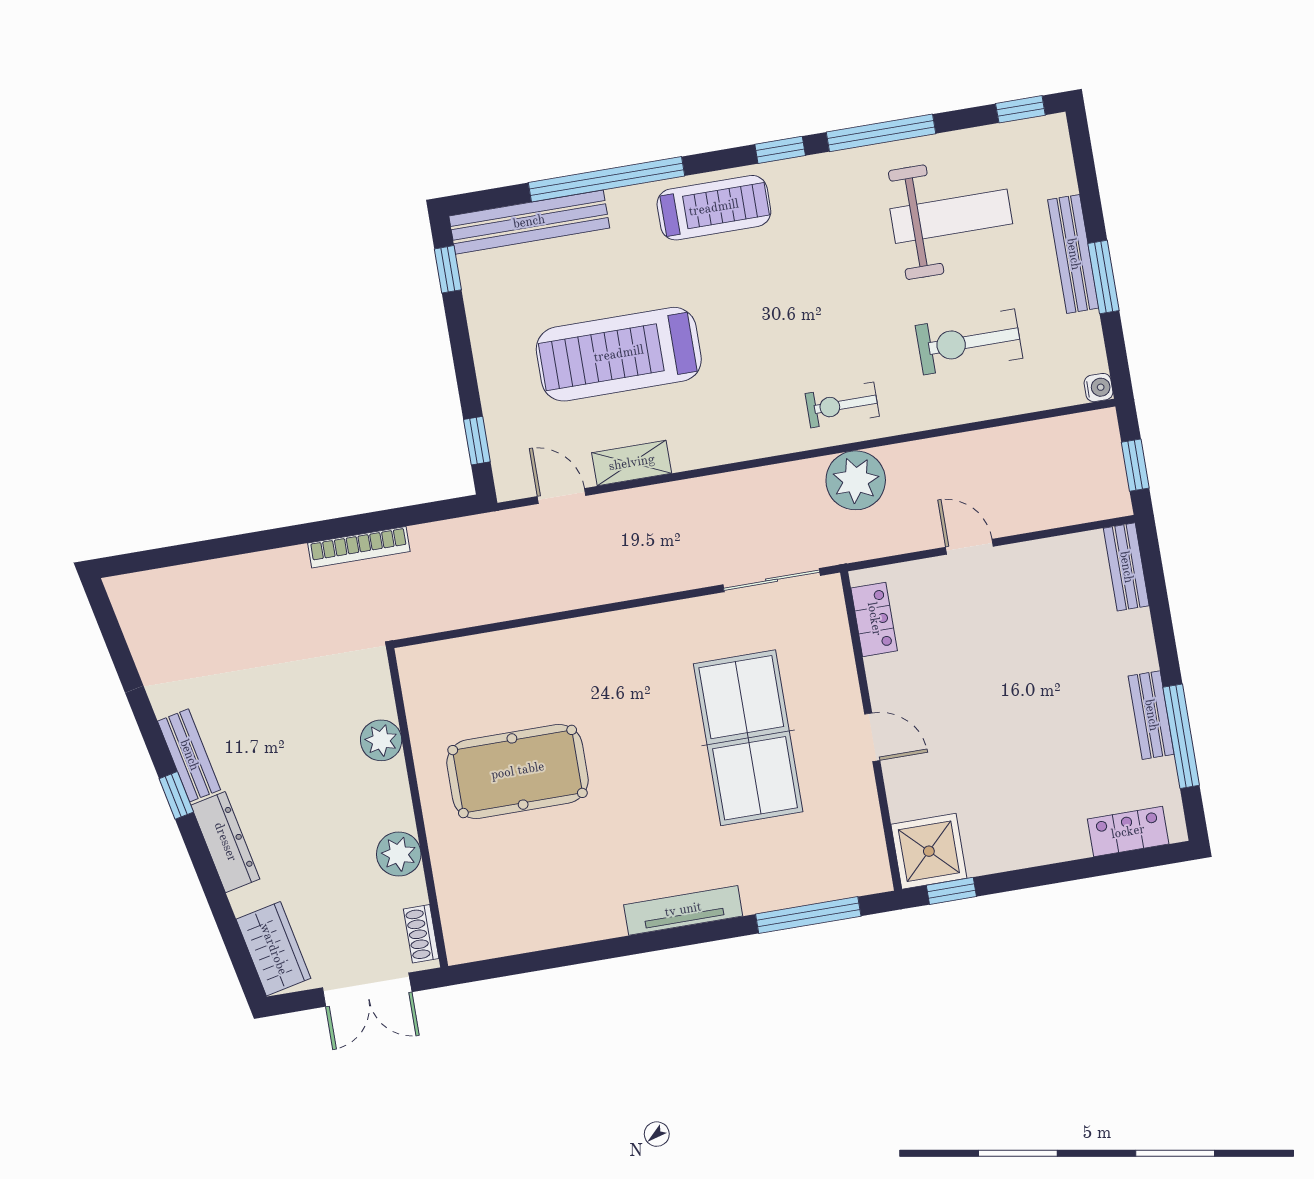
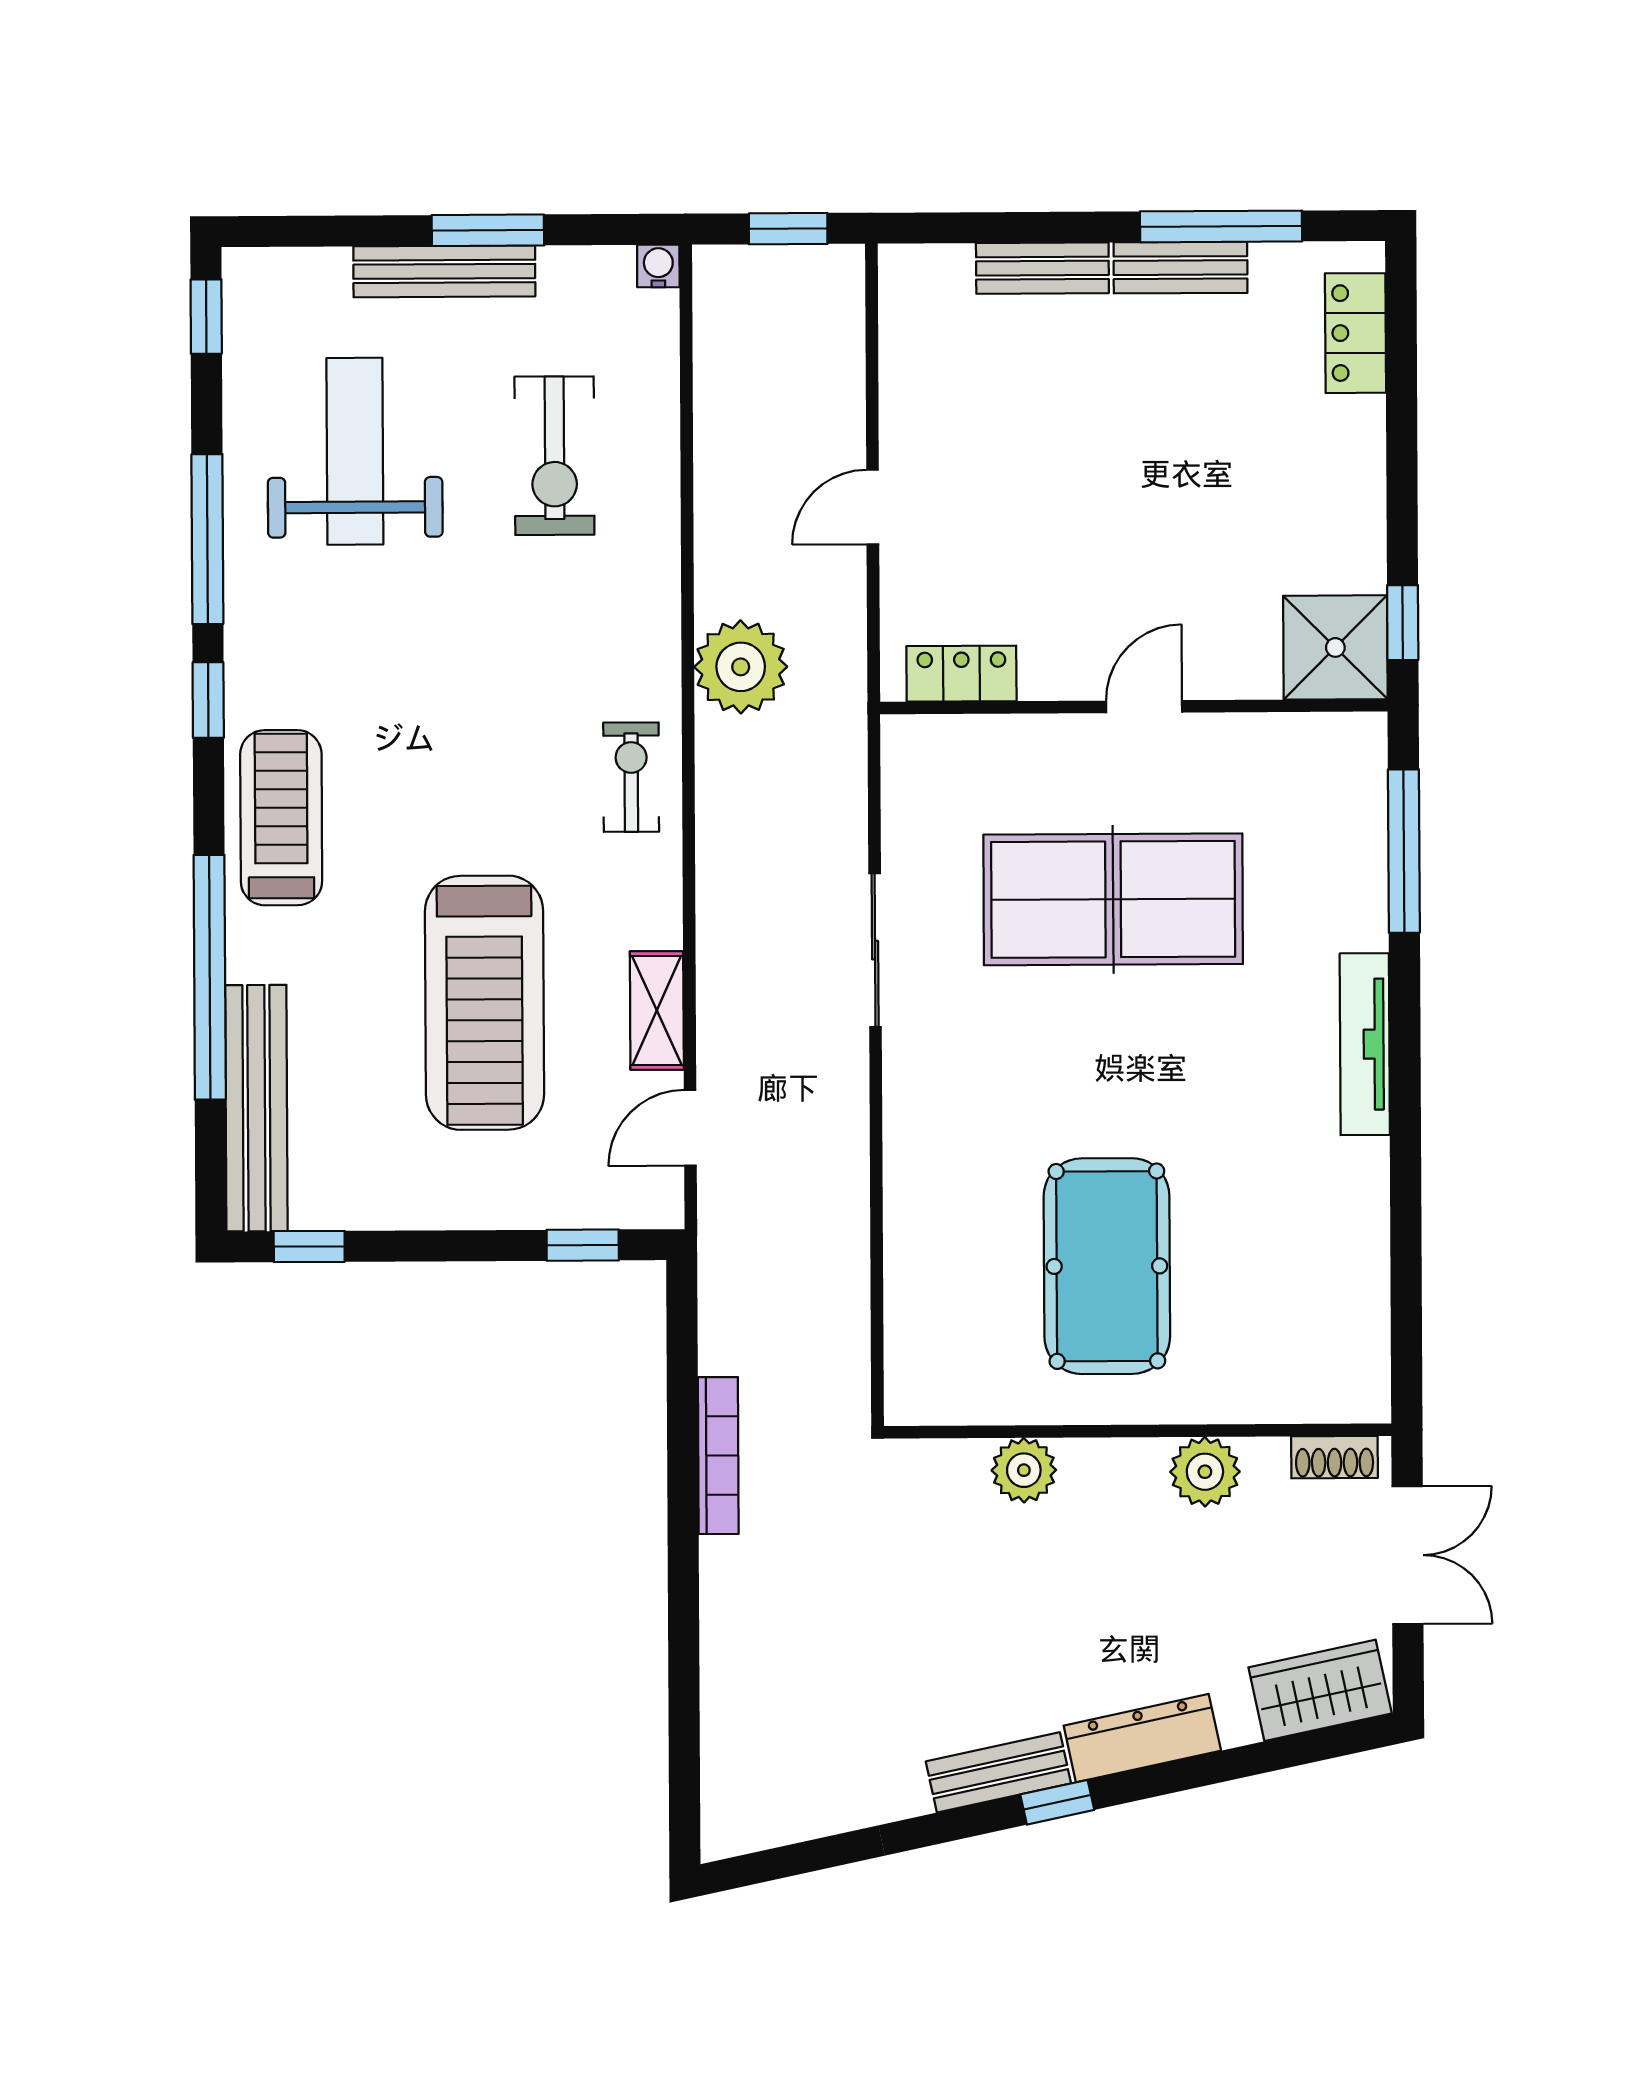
exercise bike: (842, 405) -> (631, 777), moved, turned 180
bench: (1126, 567) -> (1042, 268), moved
sliding door: (772, 580) -> (875, 950), moved

